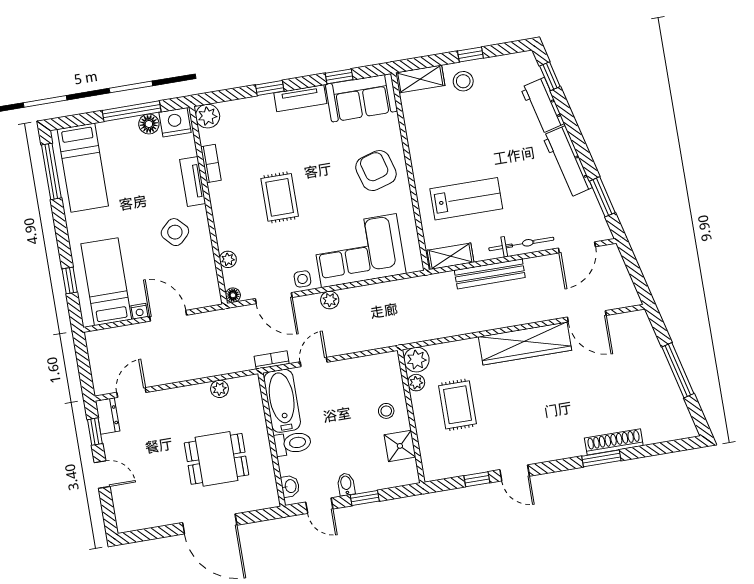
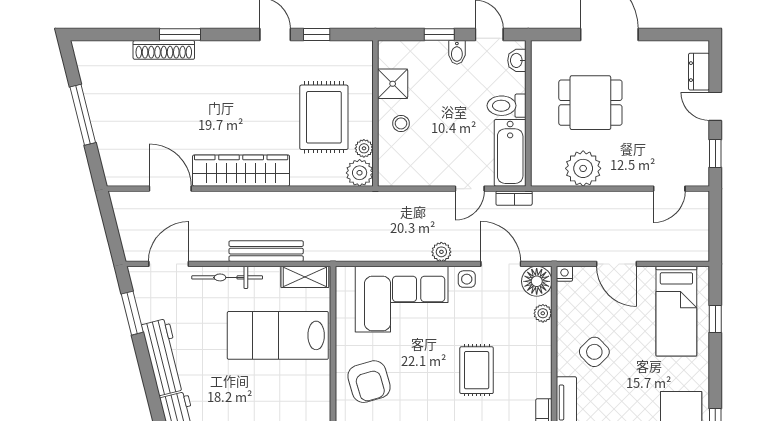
lab bench: (466, 199) -> (278, 335), width x1.36, depth x1.39
floor lamp: (233, 295) -> (537, 281), width x1.89, depth x1.89
nightstand: (139, 311) -> (564, 274), moved
plant: (219, 389) -> (583, 168), width x1.87, depth x1.87
rug: (457, 405) -> (324, 117), width x1.36, depth x1.43
dresser: (108, 416) -> (699, 72), moved

